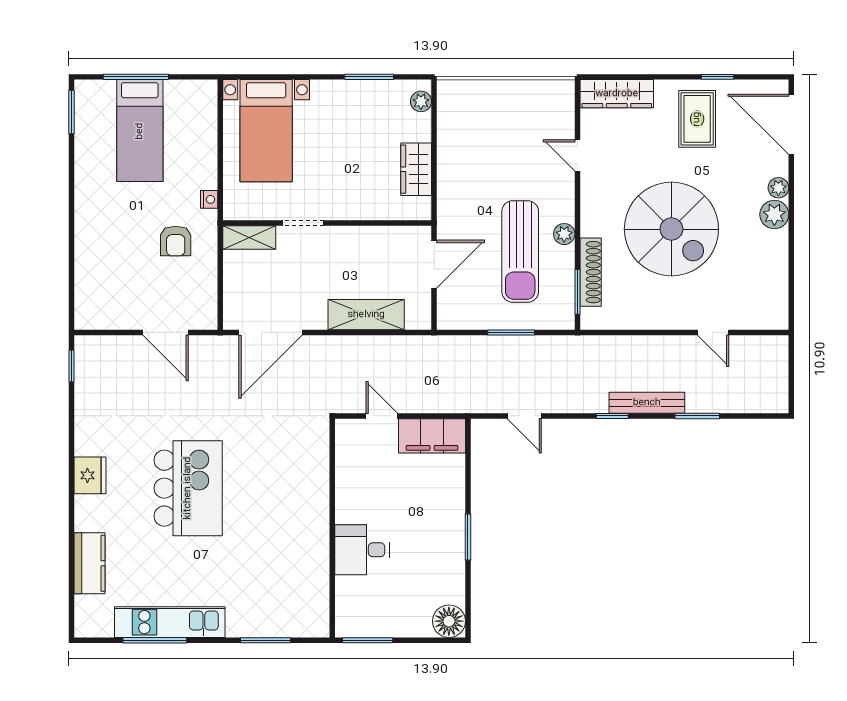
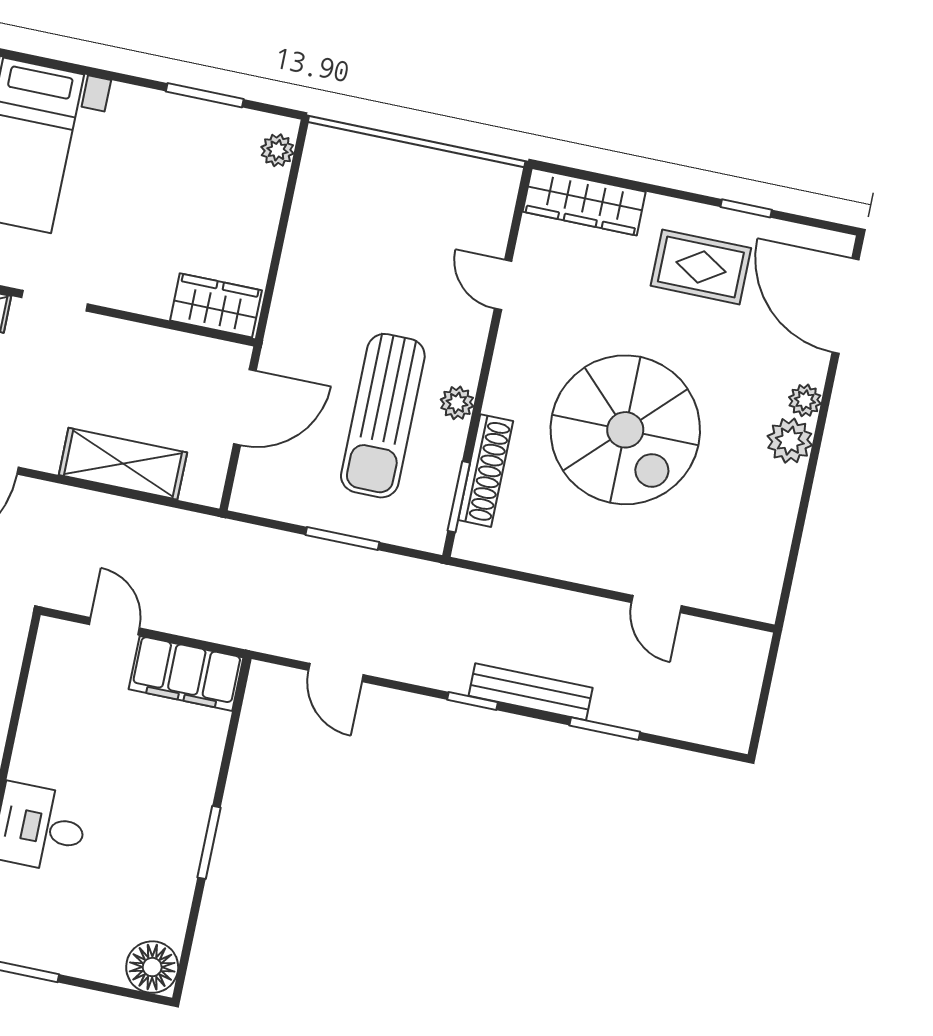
rug: (697, 119) -> (701, 267), turned 90
wardrobe: (416, 169) -> (216, 305), moved, turned 90

